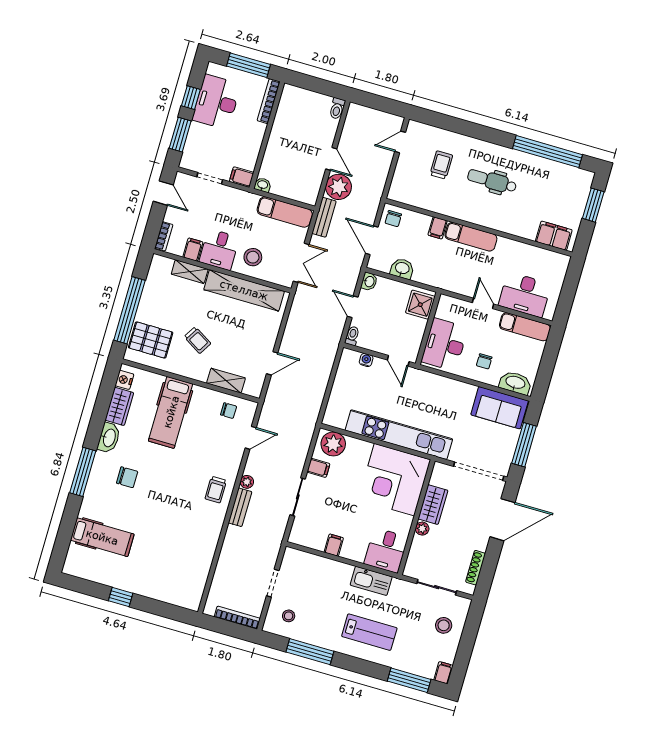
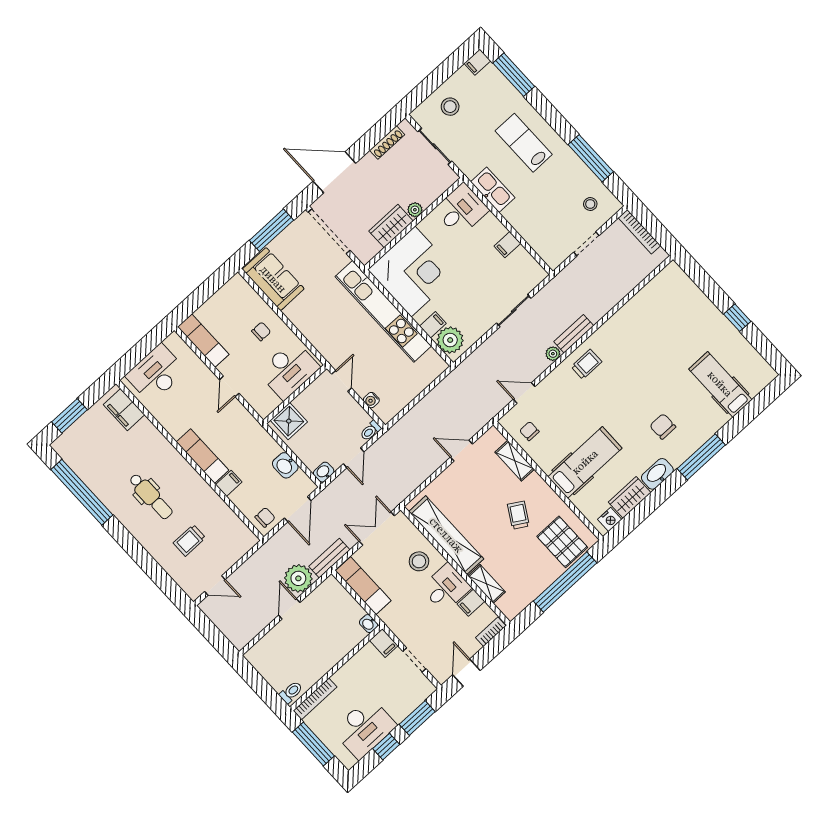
toilet: (337, 108) -> (291, 692), moved
desk: (525, 295) -> (156, 373), moved, turned -90
washbasin: (515, 383) -> (244, 293), removed
filing cabinet: (318, 468) -> (433, 325), moved, turned 90

